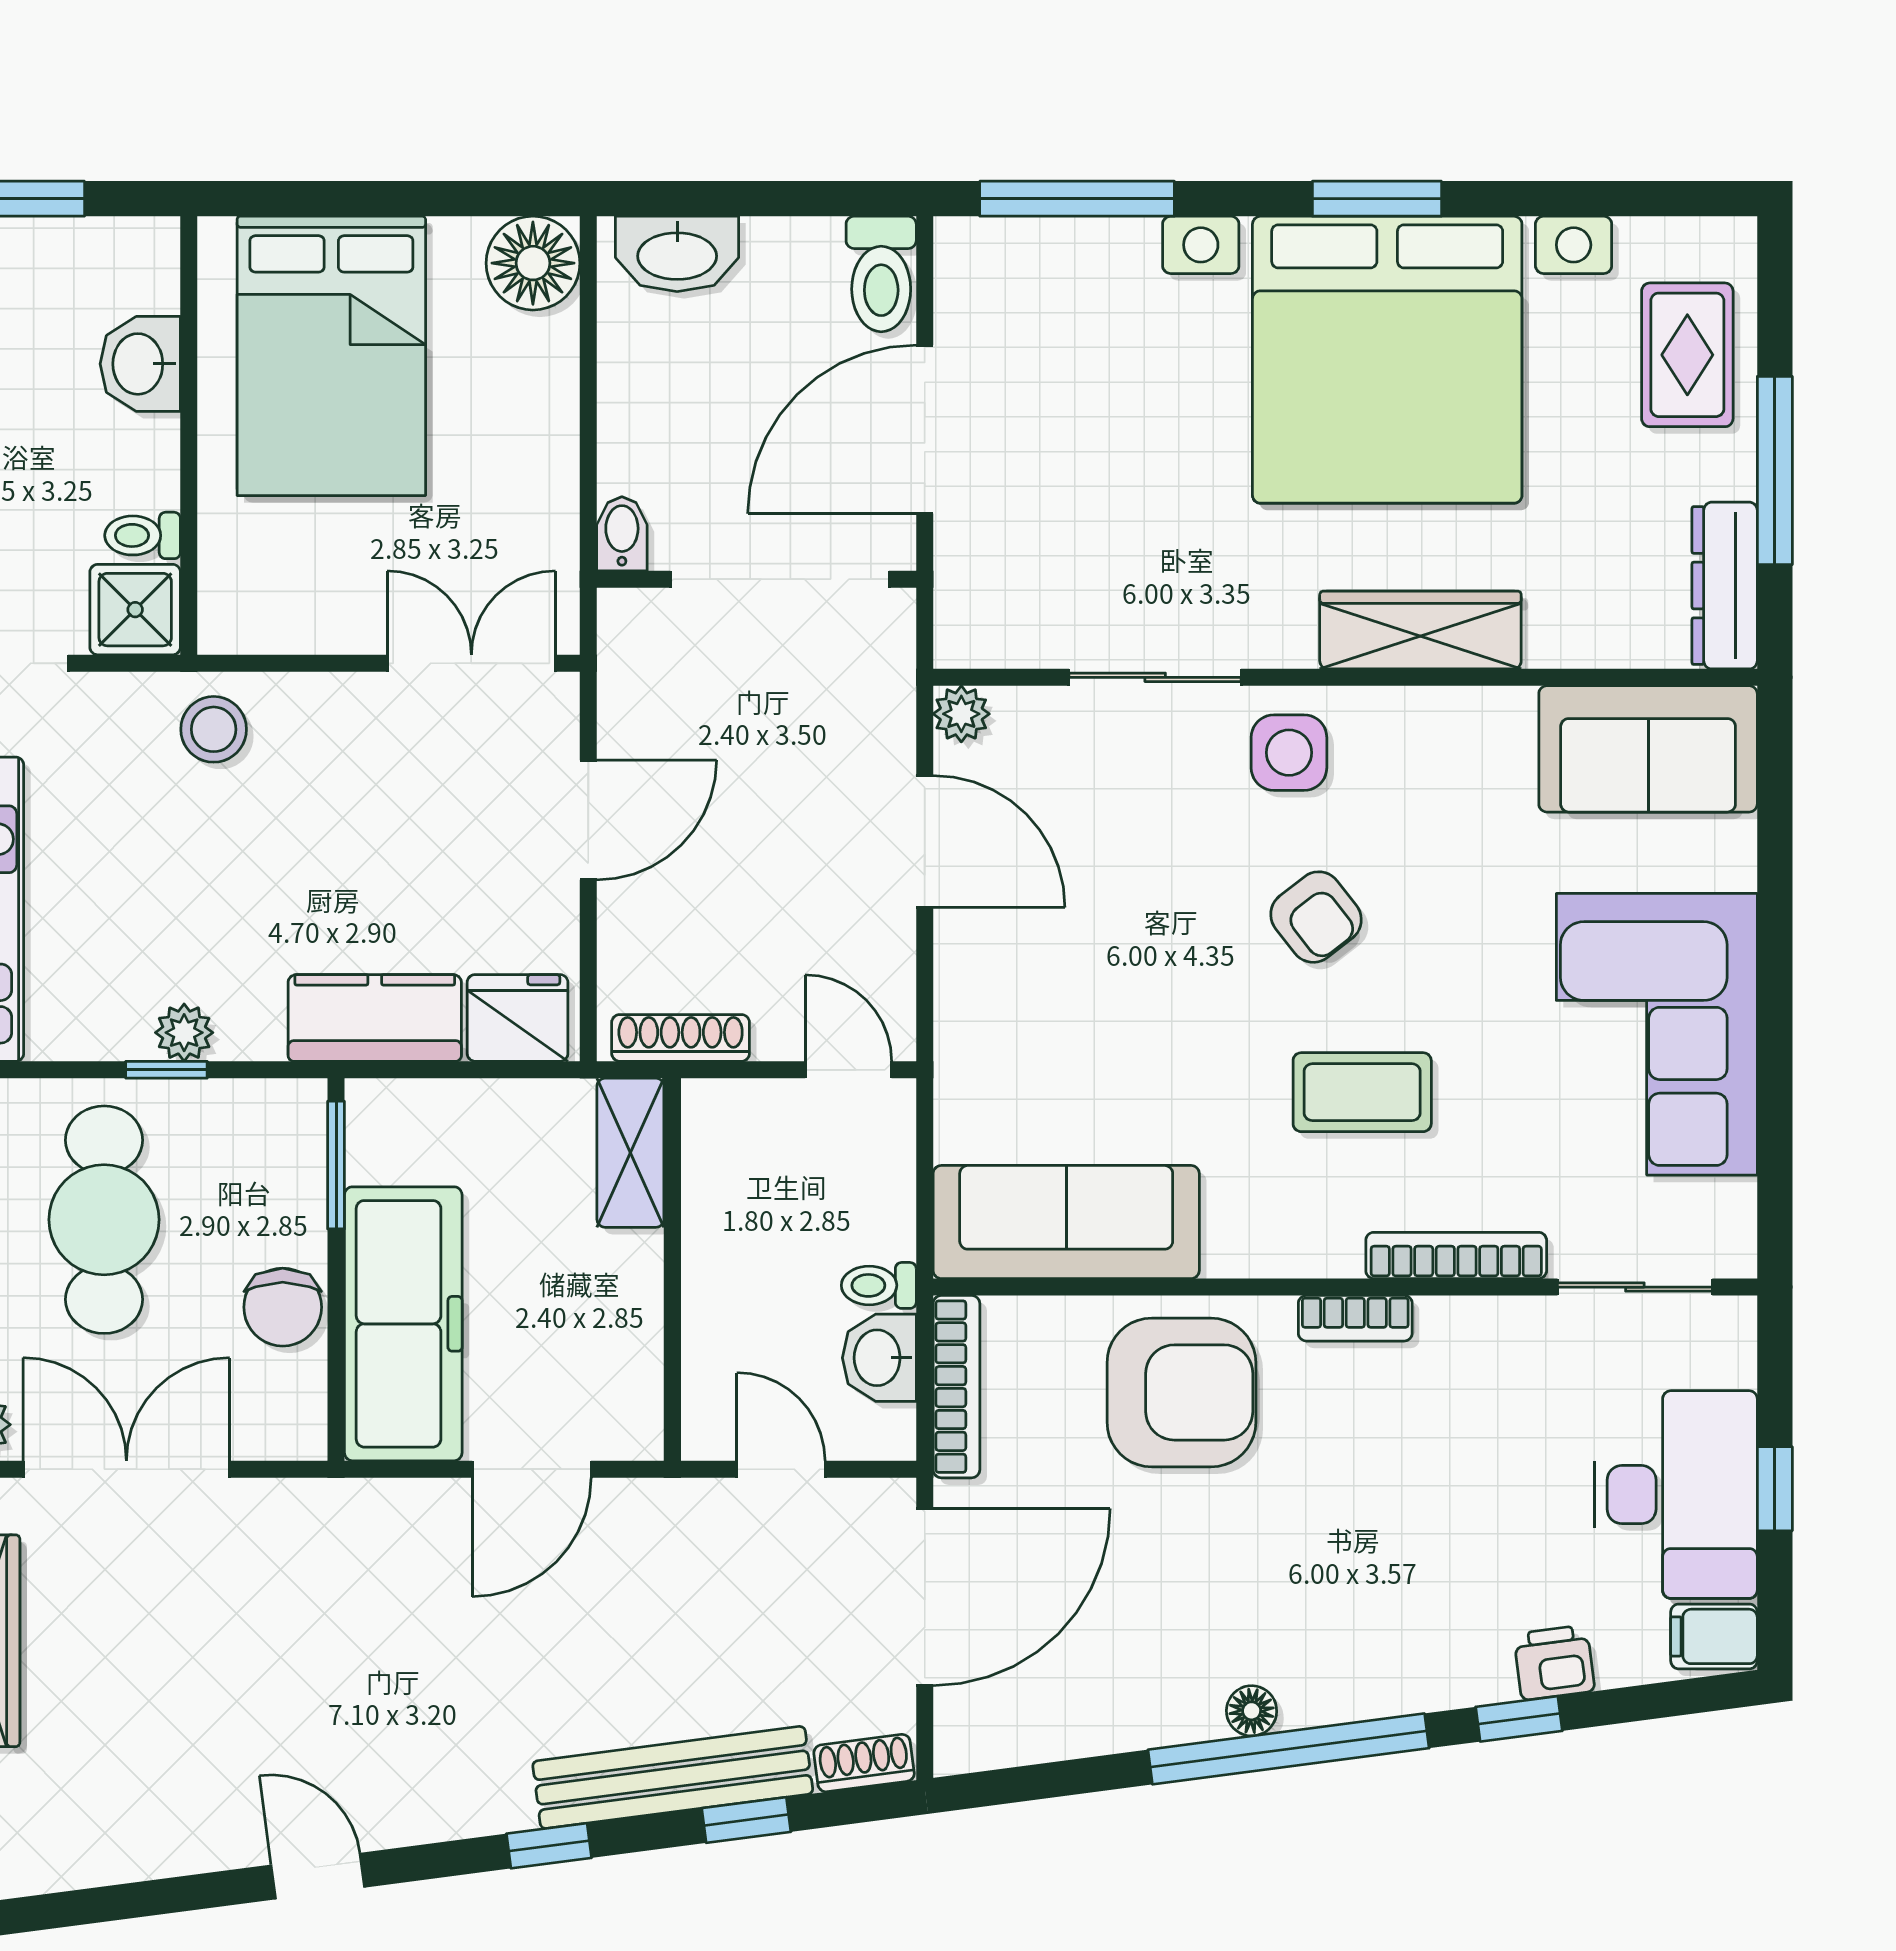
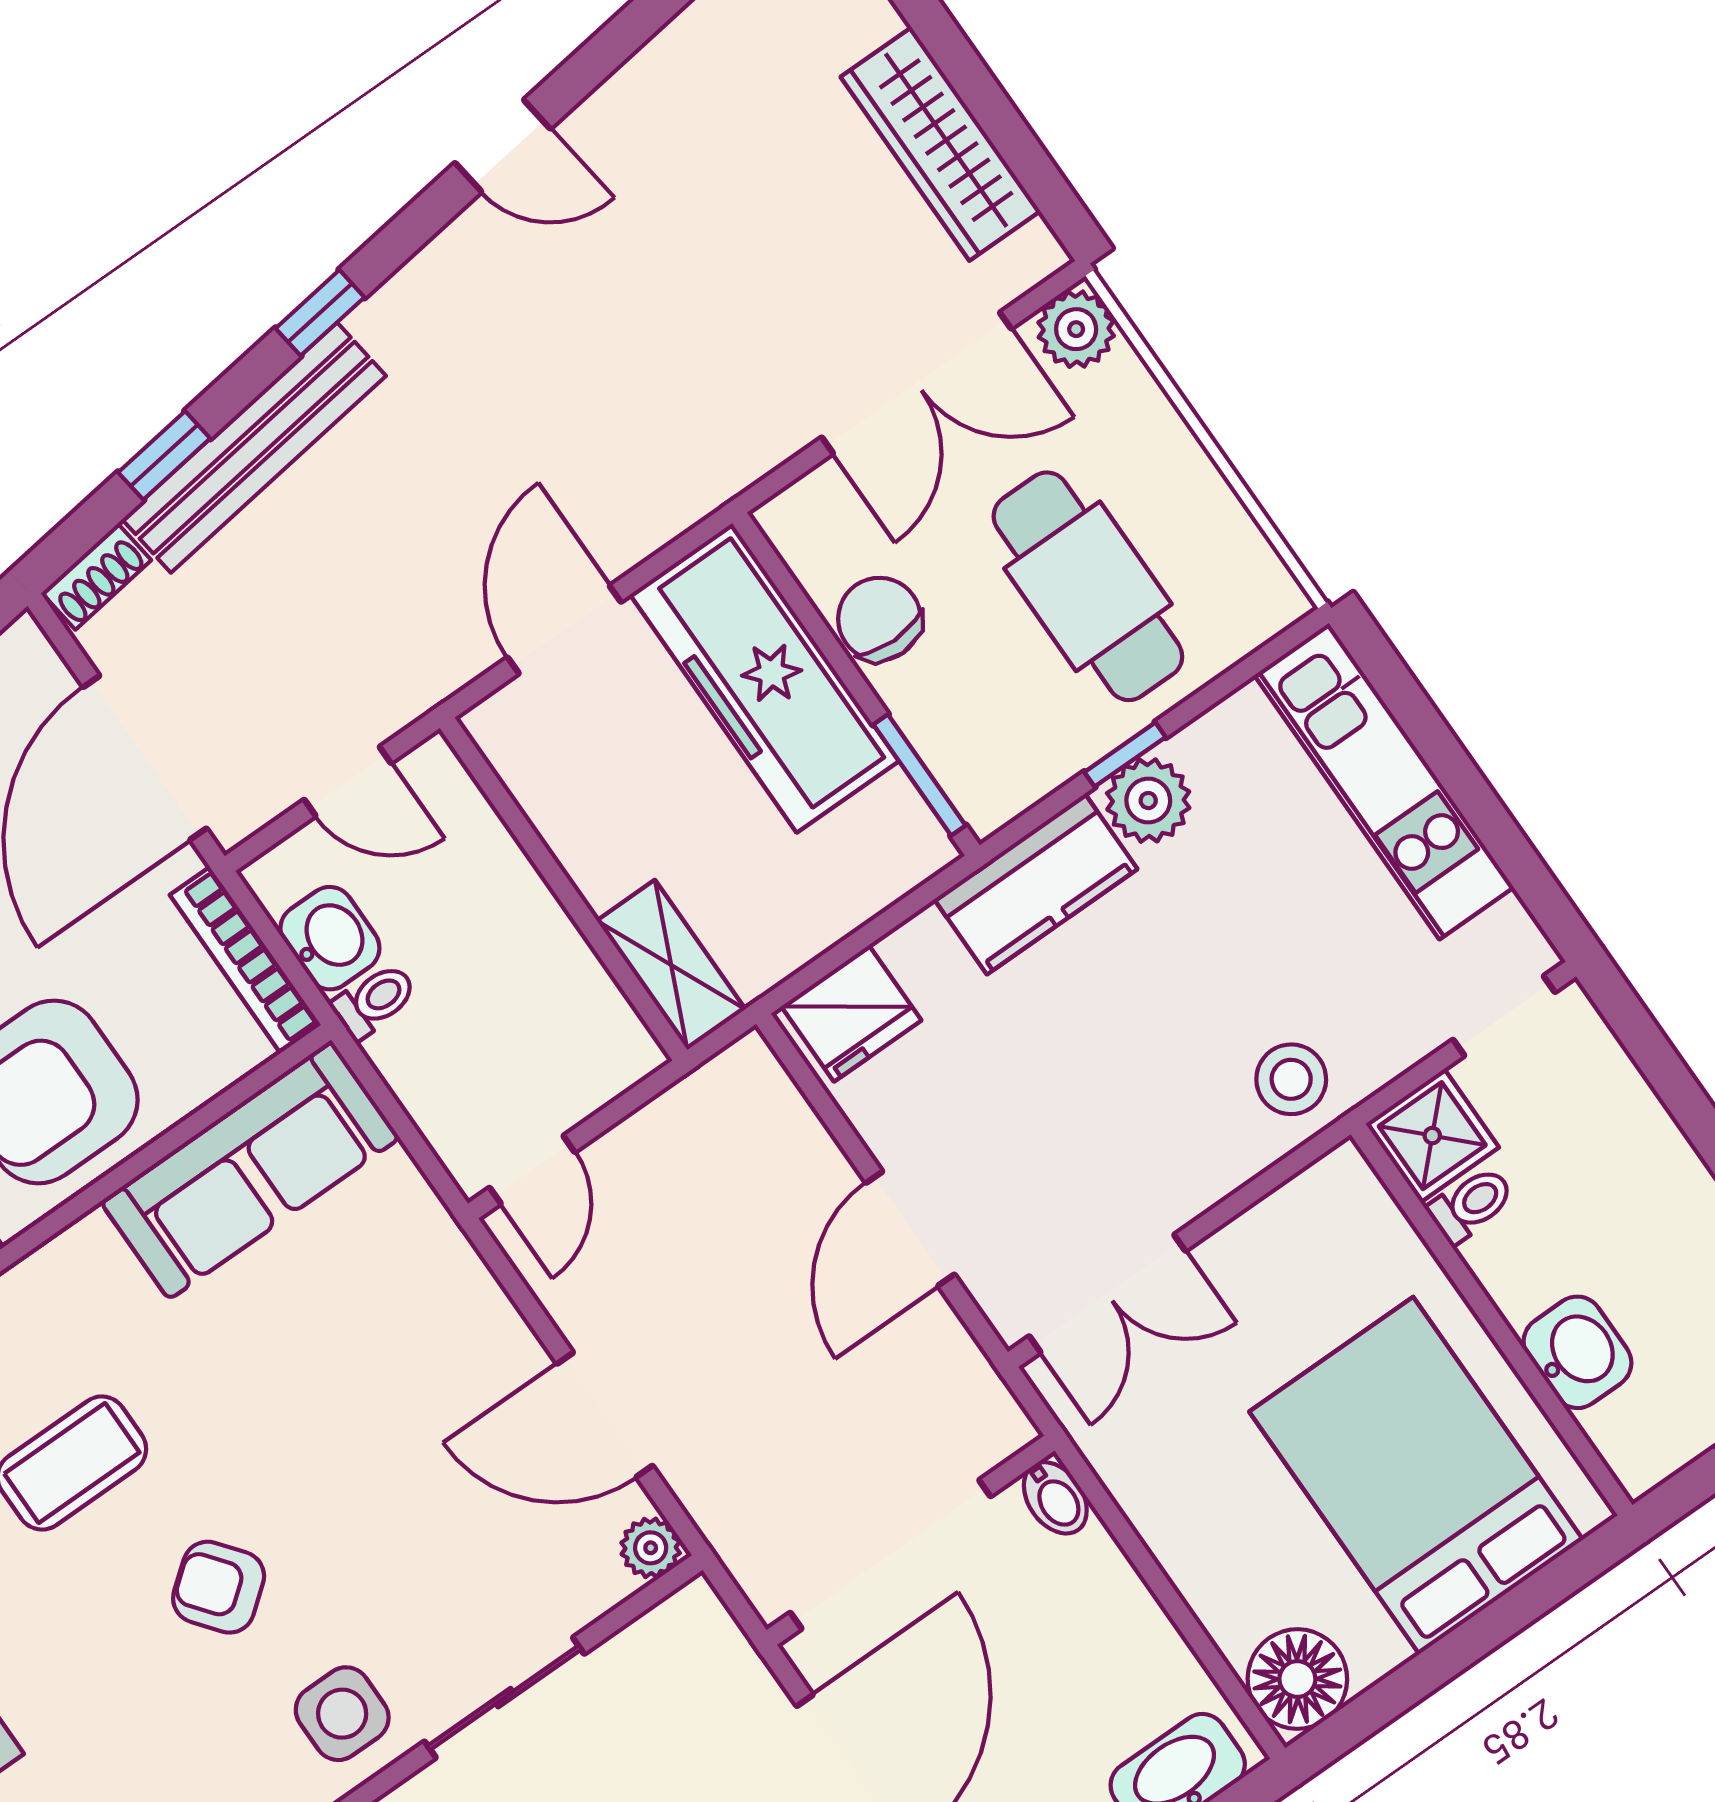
kitchen counter: (375, 1018) -> (1036, 884), moved
plant: (184, 1033) -> (1148, 801), width x1.38, depth x1.38
shoe rack: (681, 1038) -> (697, 1095), removed
door: (848, 1070) -> (532, 1170), hinge flipped

